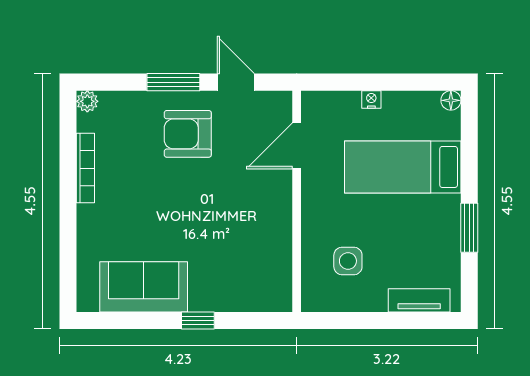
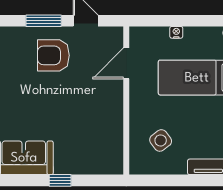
side table: (348, 261) -> (161, 140), turned -37

